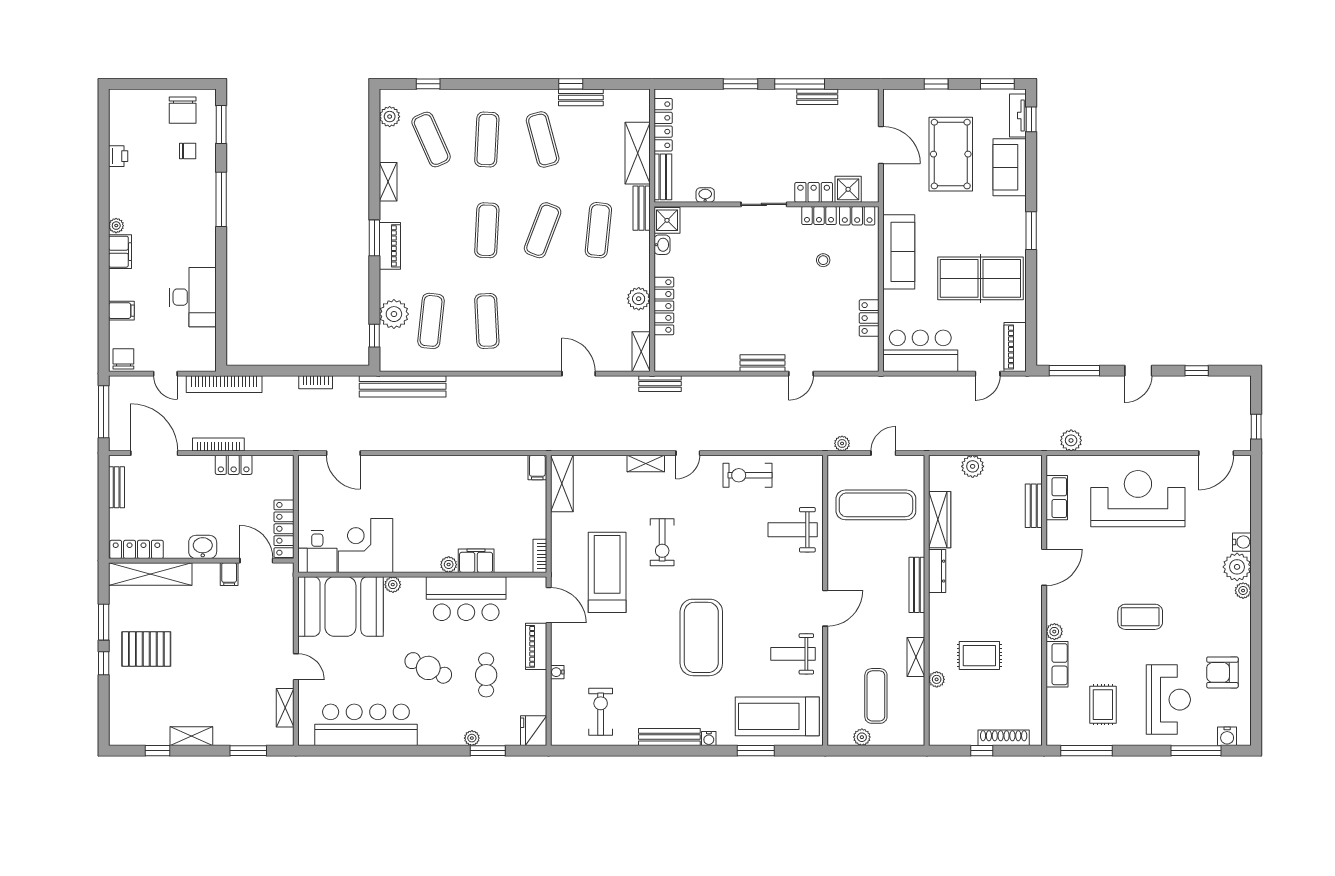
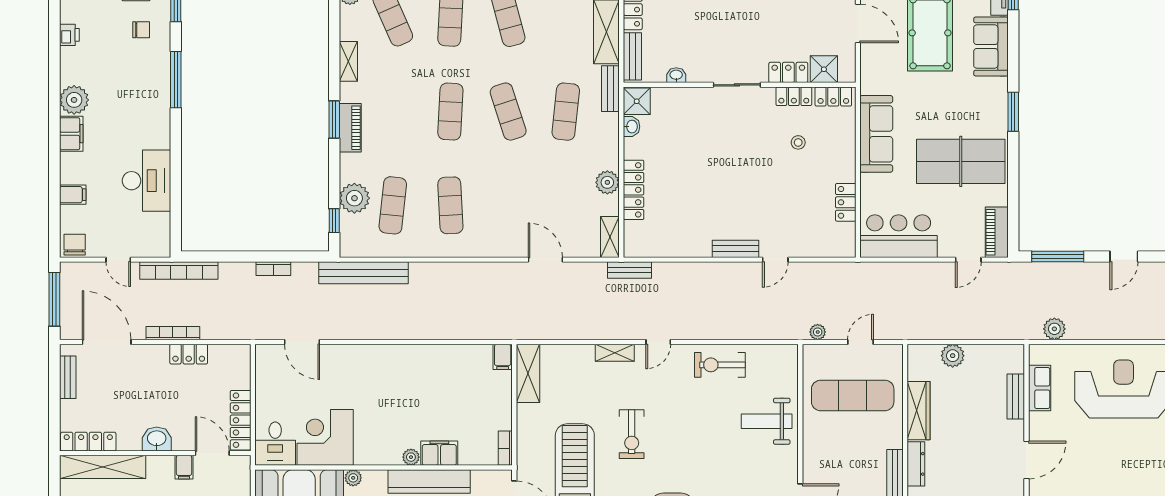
plant: (116, 226) -> (74, 100), width x1.88, depth x1.88
exercise mat: (543, 230) -> (508, 112), turned -39

